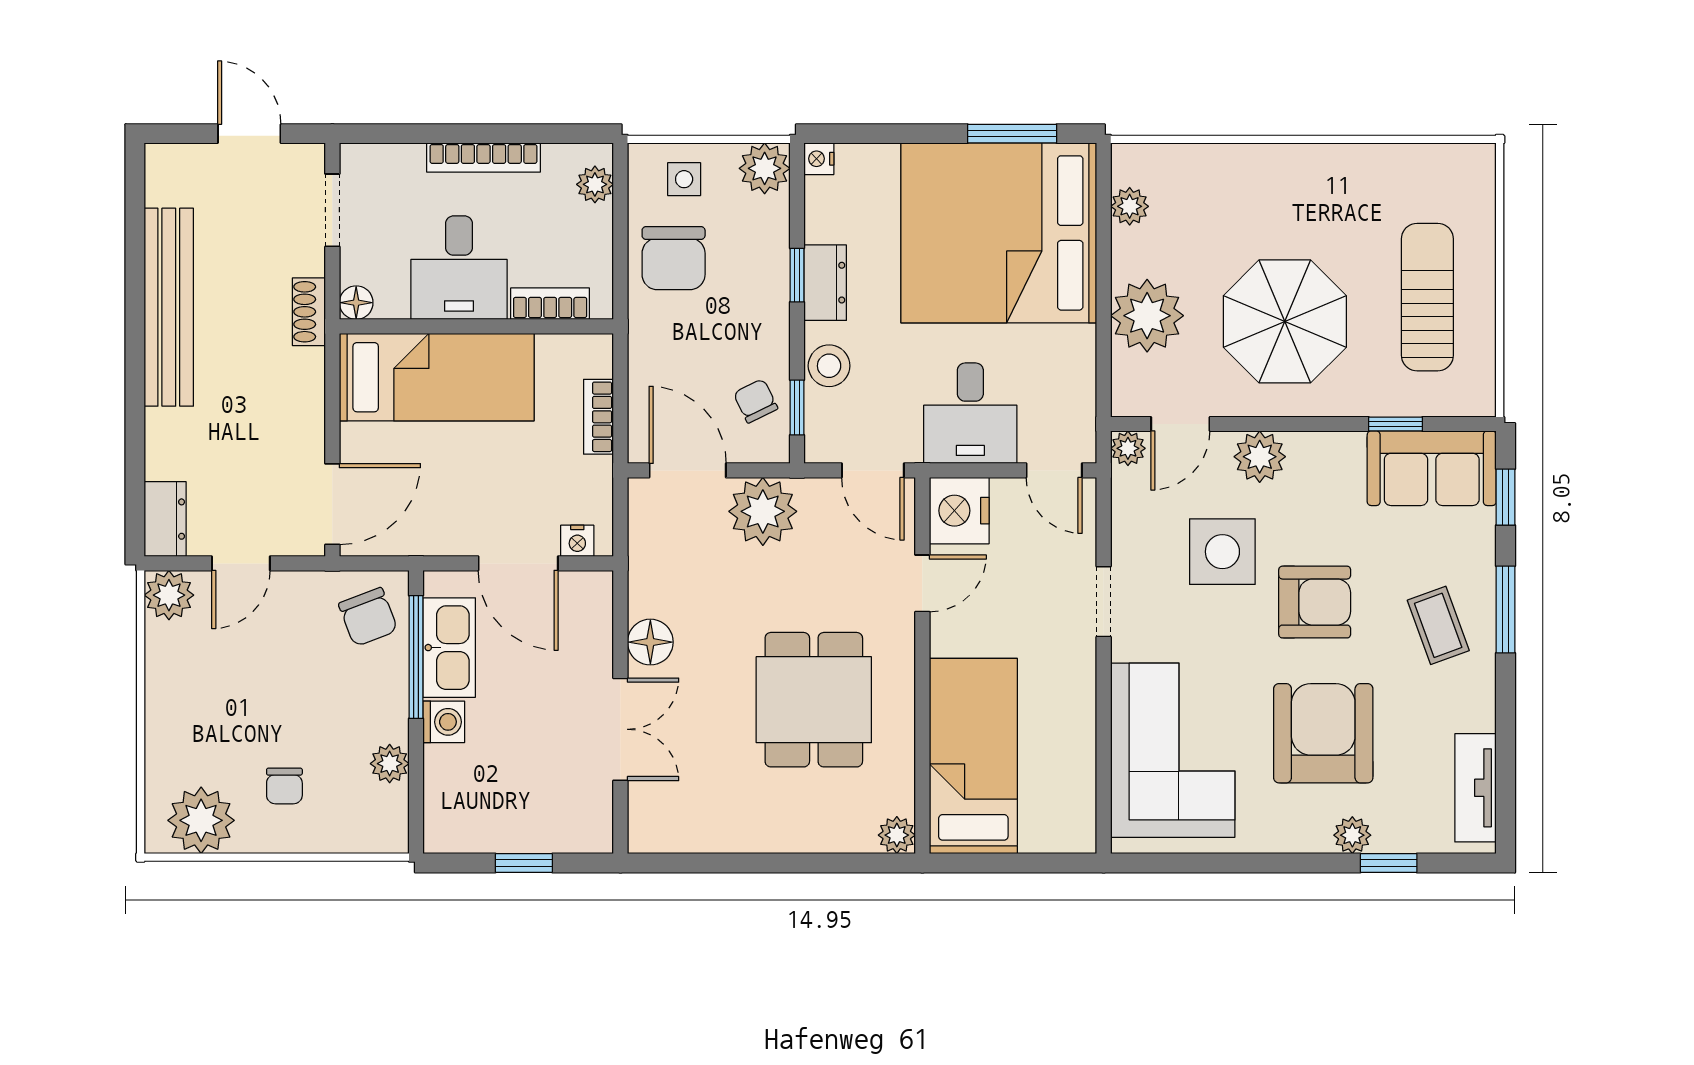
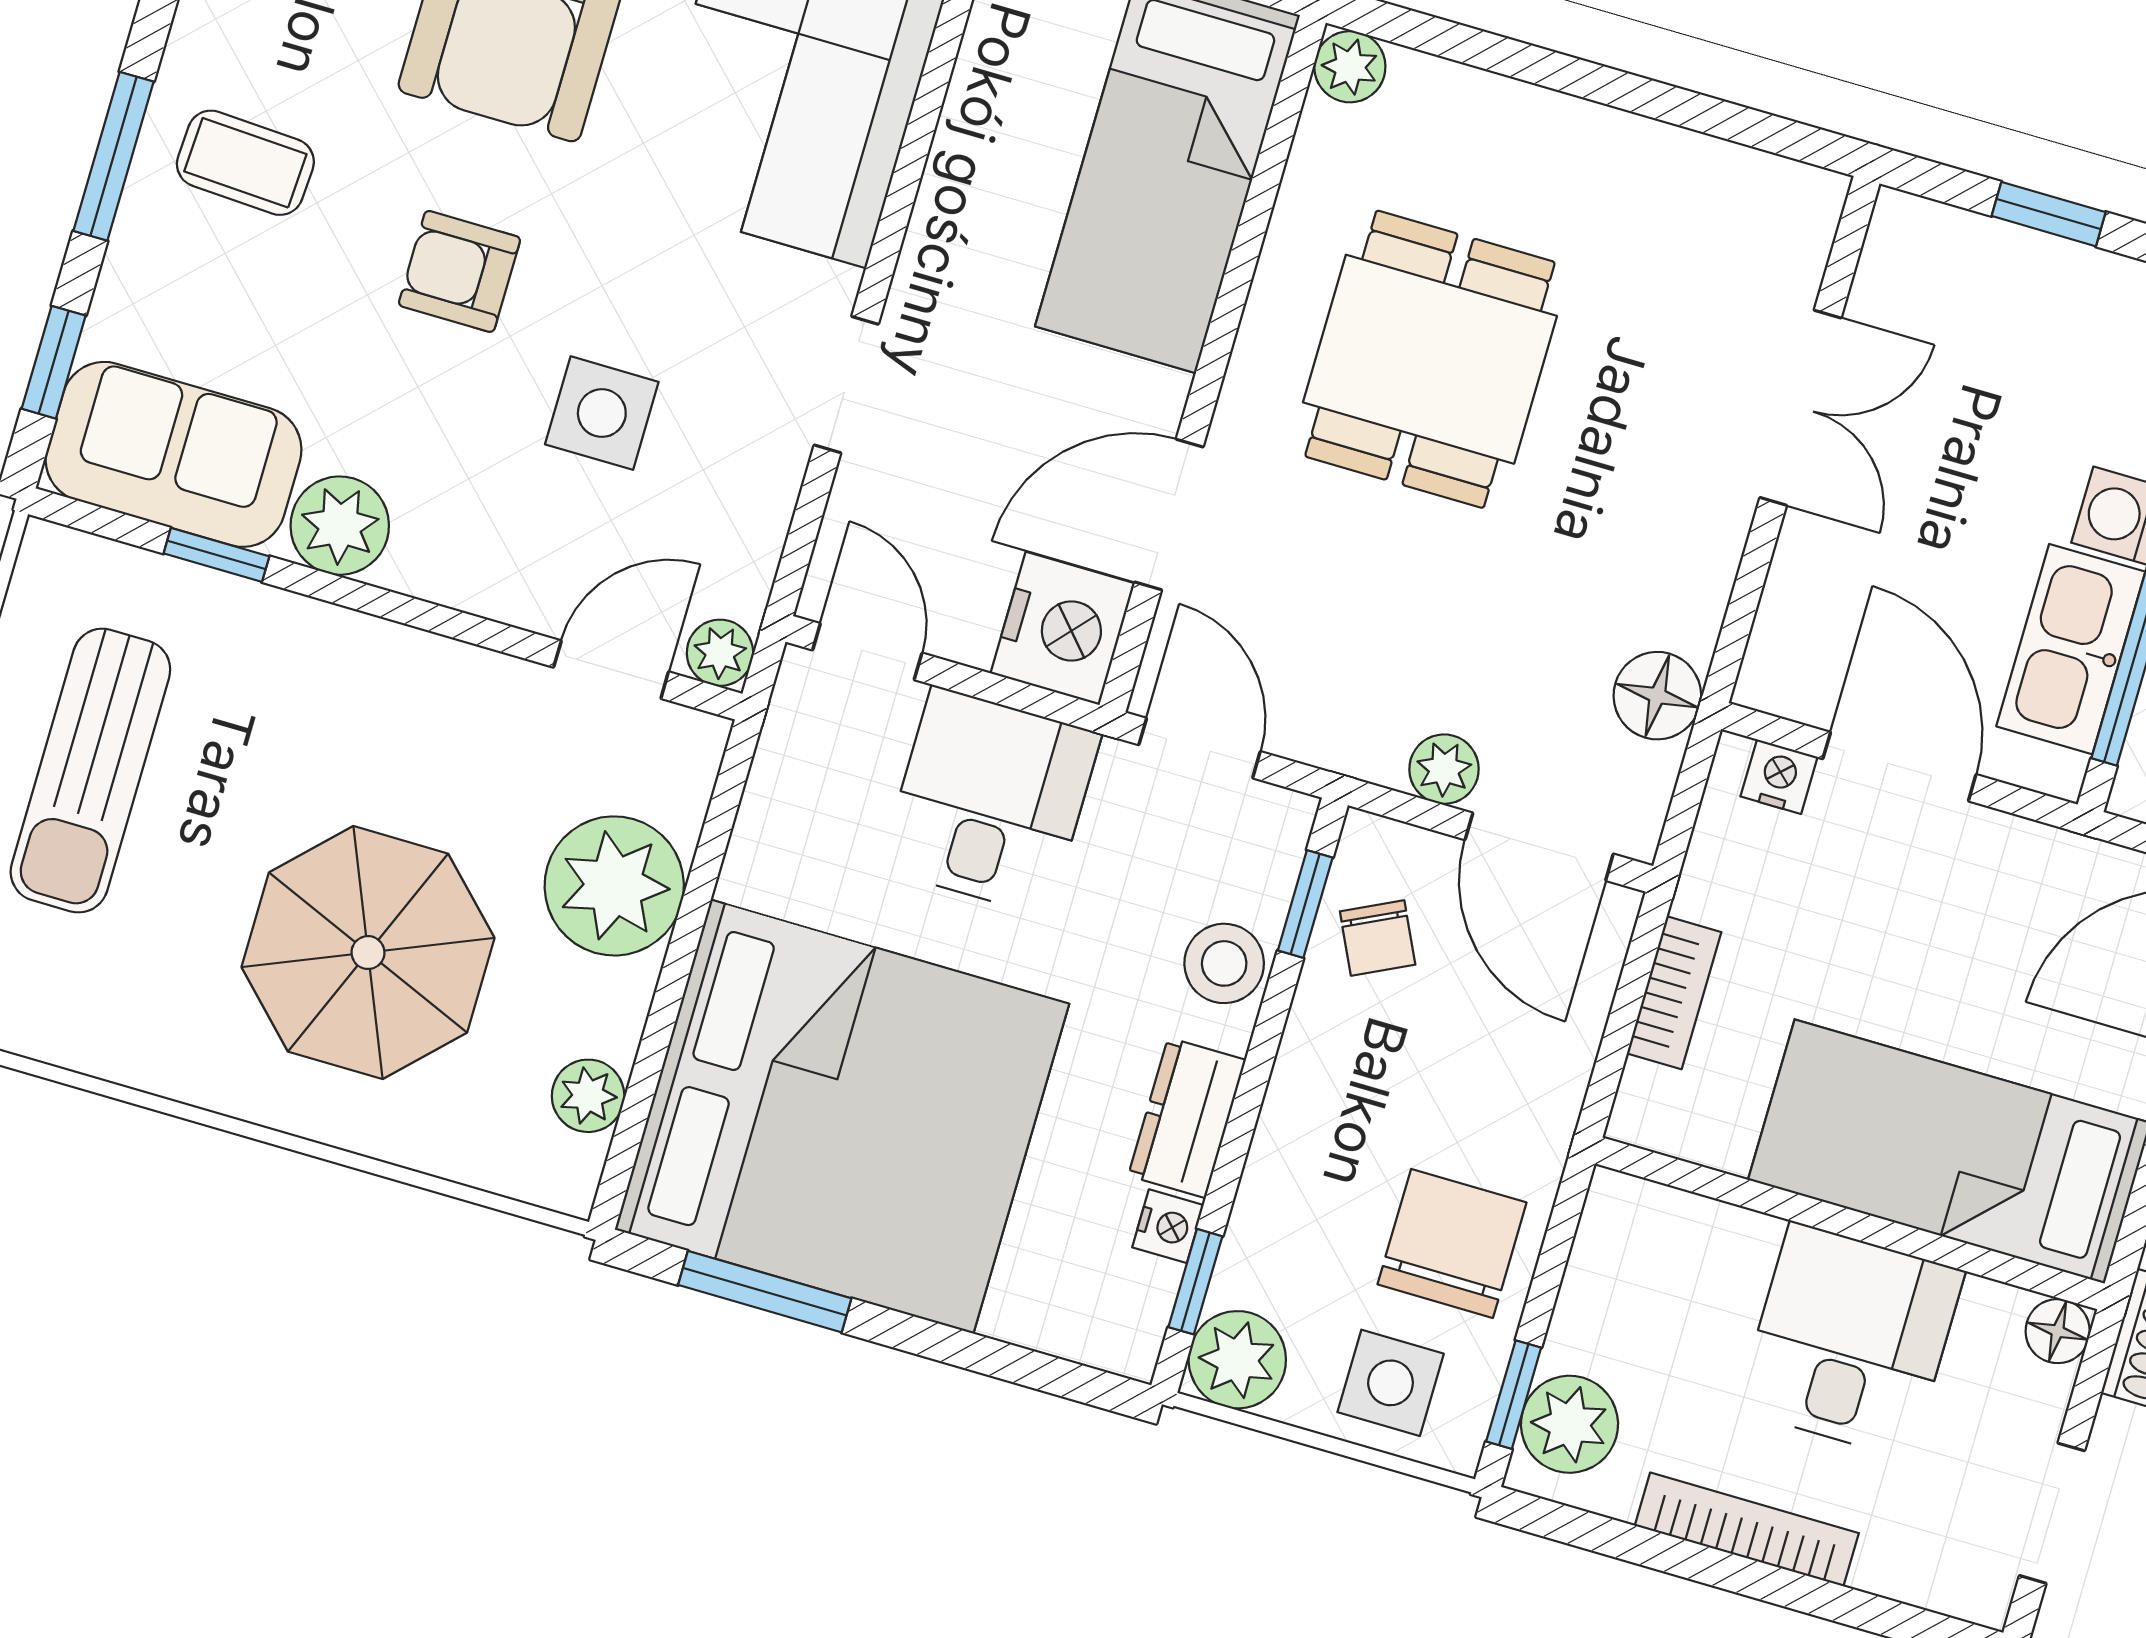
nightstand: (819, 159) -> (1168, 1226), moved
side table: (684, 179) -> (1391, 1383), width x1.37, depth x1.37
plant: (595, 184) -> (1570, 1424), width x1.38, depth x1.38
window: (620, 191) -> (1514, 1395), added
window: (797, 275) -> (1195, 1282), moved
bookcase: (550, 304) -> (1703, 1226), removed
parasol: (1285, 321) -> (368, 953), moved
plant: (1260, 457) -> (340, 526), moved
plant: (763, 511) -> (1444, 769), width x0.53, depth x0.53
side table: (1222, 552) -> (602, 413), width x0.73, depth x0.73
door: (922, 583) -> (1169, 515), width x1.38
armchair: (1315, 602) -> (459, 271), width x0.72, depth x0.72
coffee table: (1438, 625) -> (245, 163), turned -67
floor lamp: (650, 642) -> (1657, 696), moved
double door: (620, 729) -> (1800, 408), swing flipped

